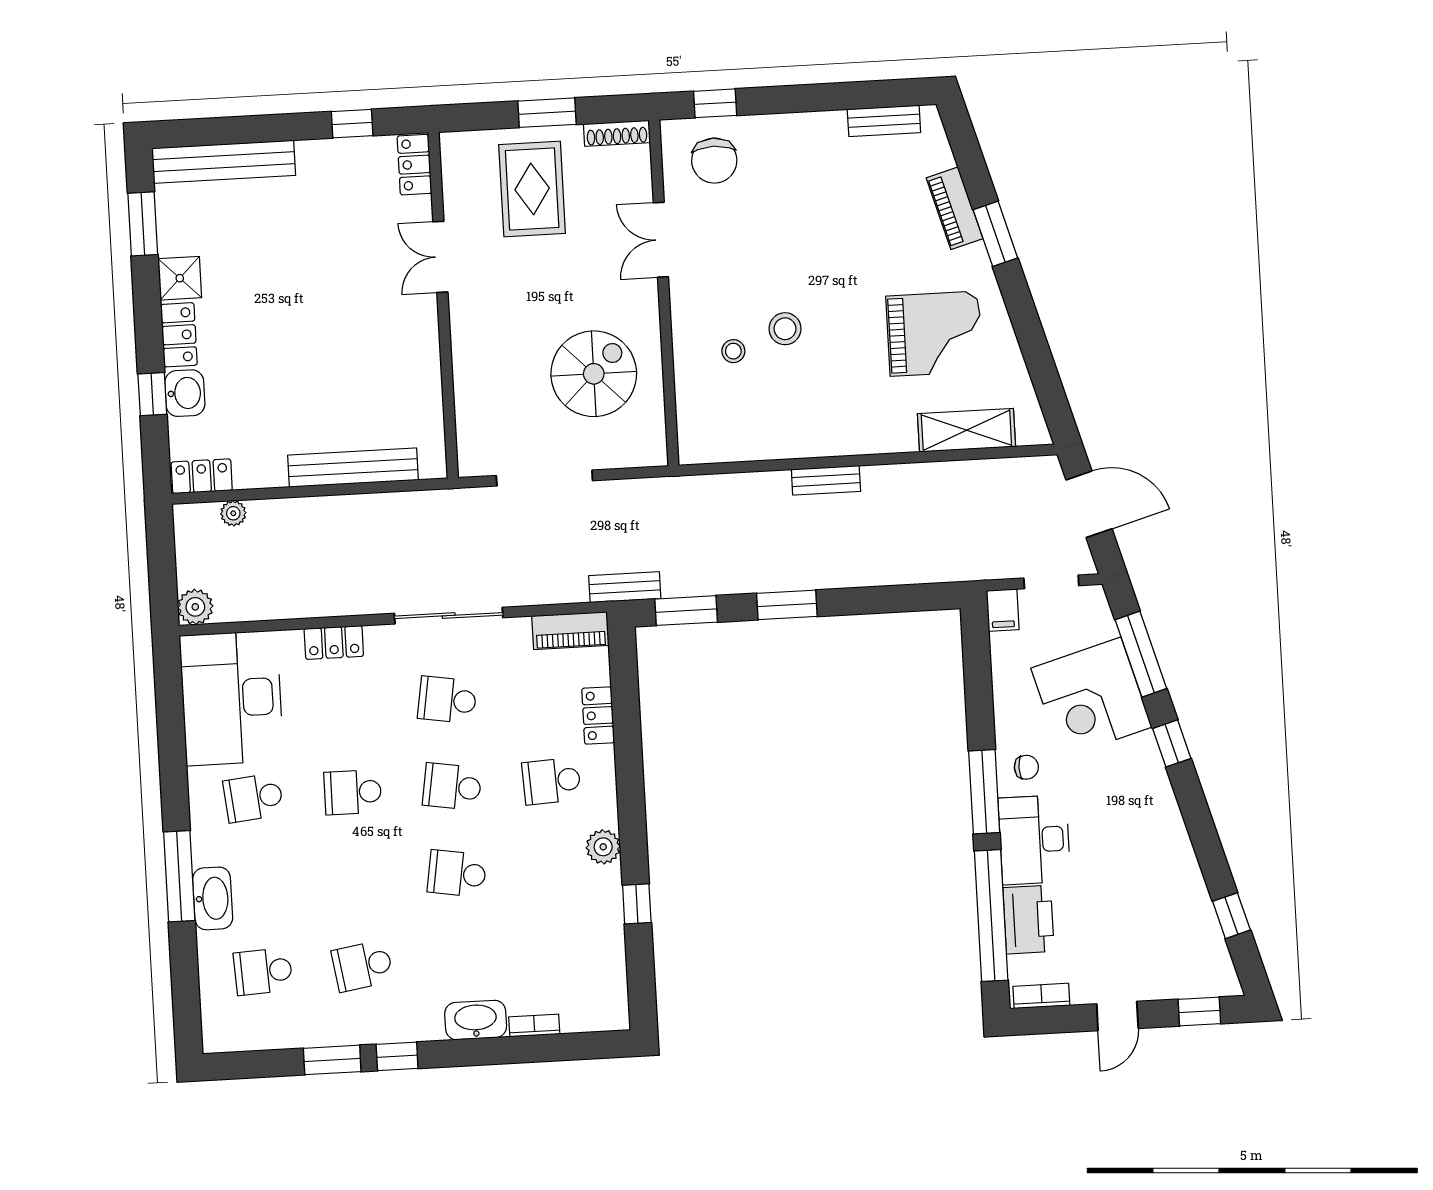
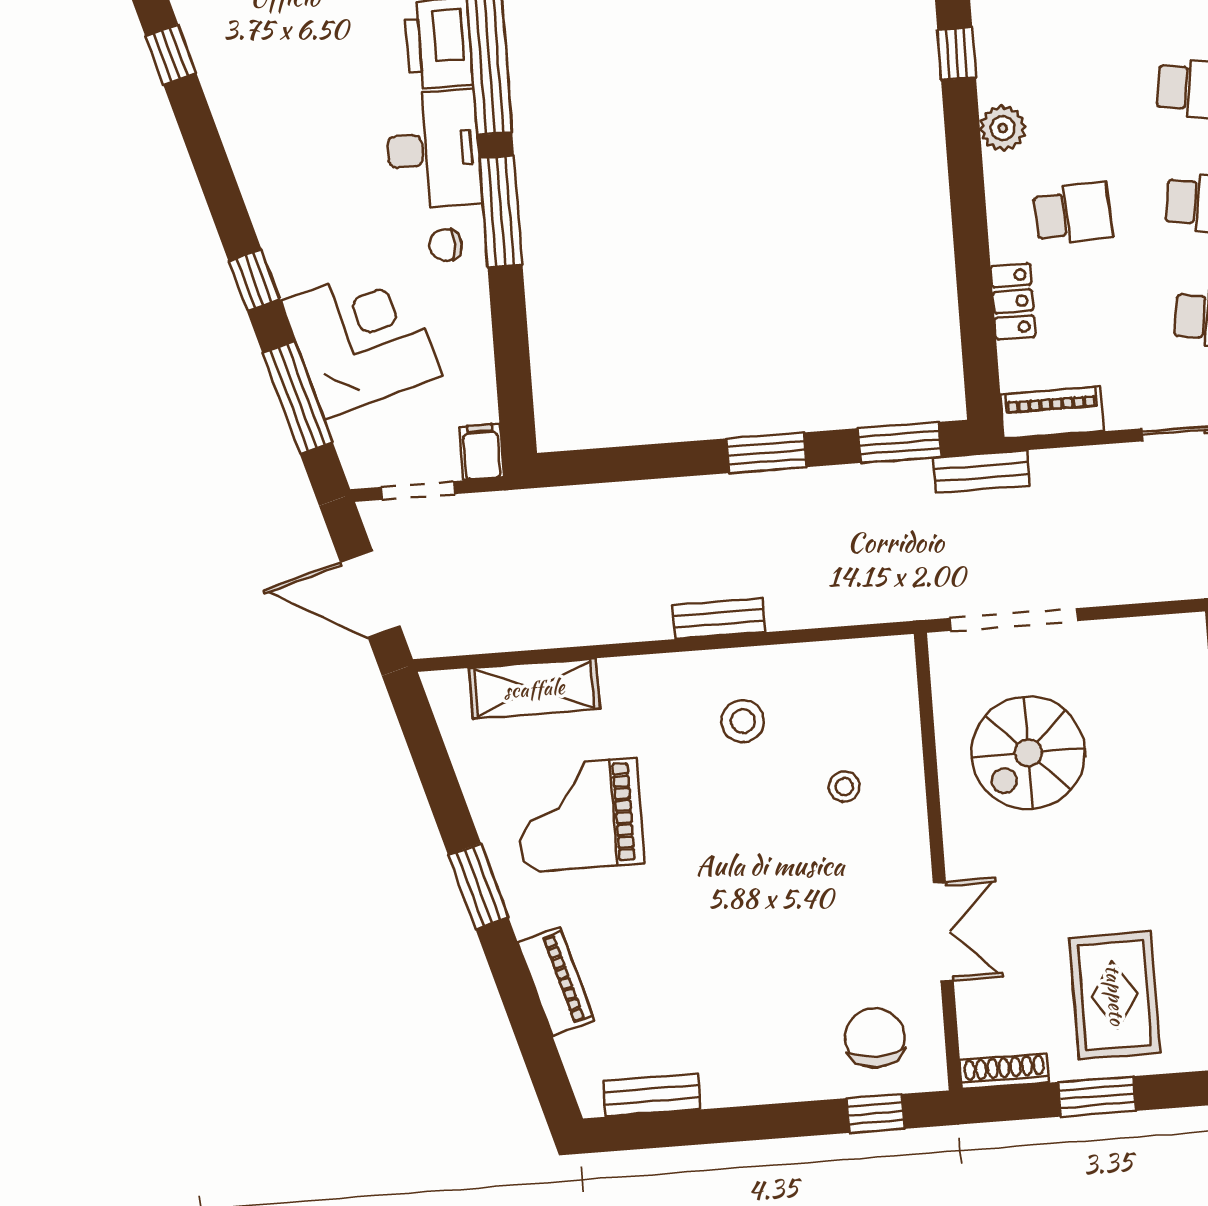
window: (995, 234) -> (478, 886), moved
stool: (785, 329) -> (743, 721), moved
doorway: (544, 478) -> (1014, 620), moved

